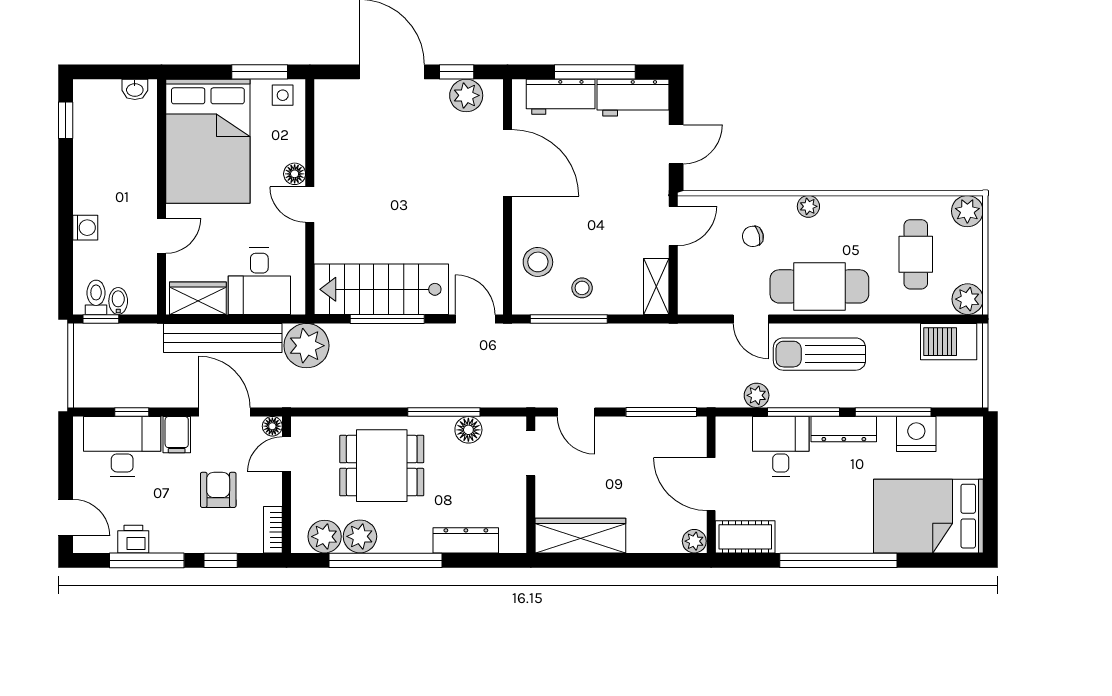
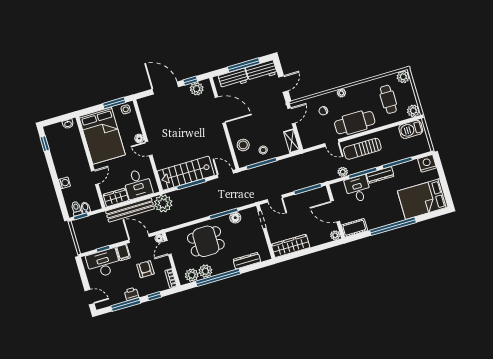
nightstand: (916, 434) -> (427, 163), moved
printer: (133, 539) -> (131, 294), moved

